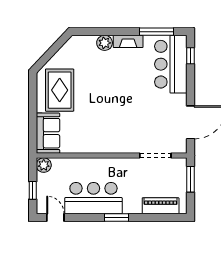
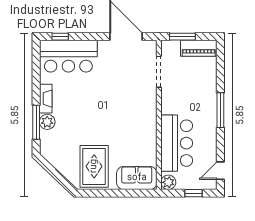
window: (156, 32) -> (36, 122), moved
rug: (60, 90) -> (94, 166), turned 90
bar counter: (93, 198) -> (177, 143), moved, turned 180
piano: (161, 206) -> (199, 48), moved, turned -90
window: (117, 217) -> (220, 110), width x1.44

